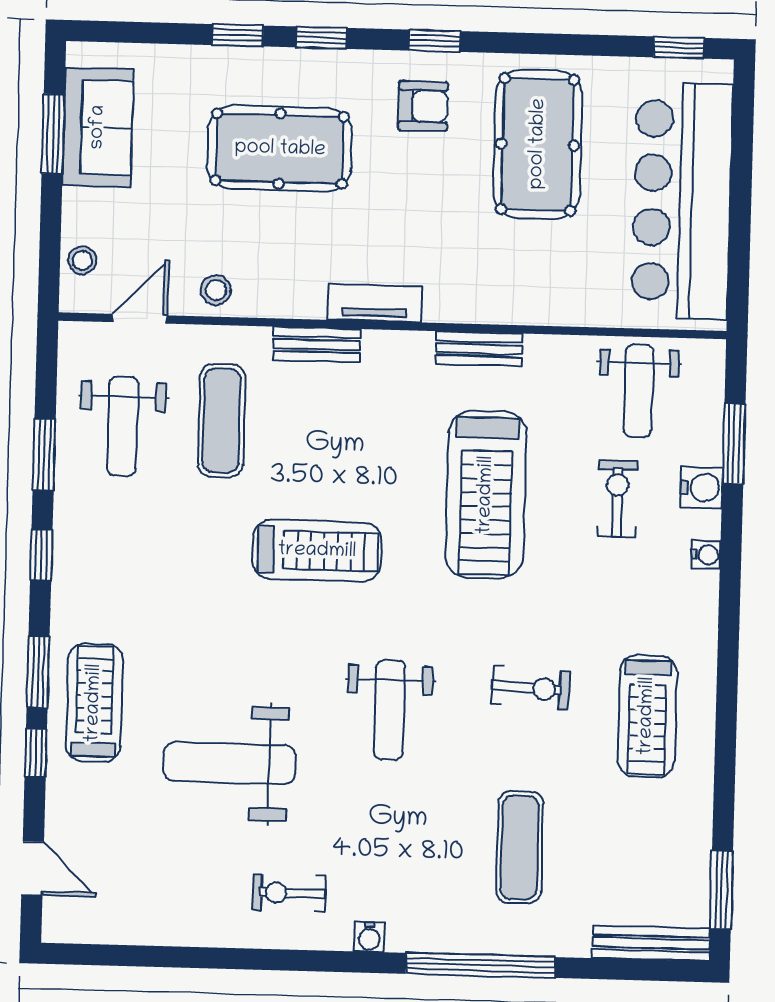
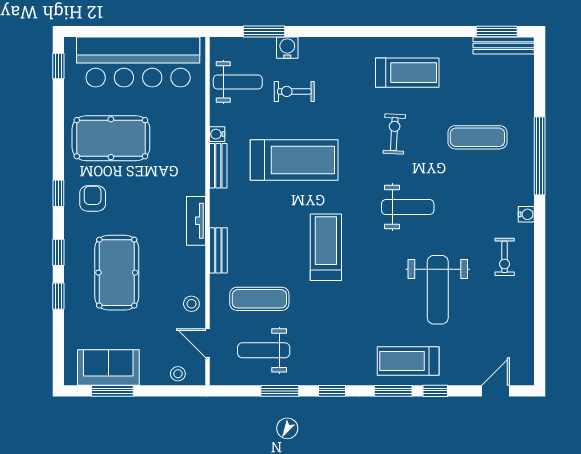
weight bench: (123, 426) -> (264, 350), turned 180
water cooler: (706, 555) -> (217, 134), moved, turned -90
bench: (651, 943) -> (504, 46), moved, turned 90

